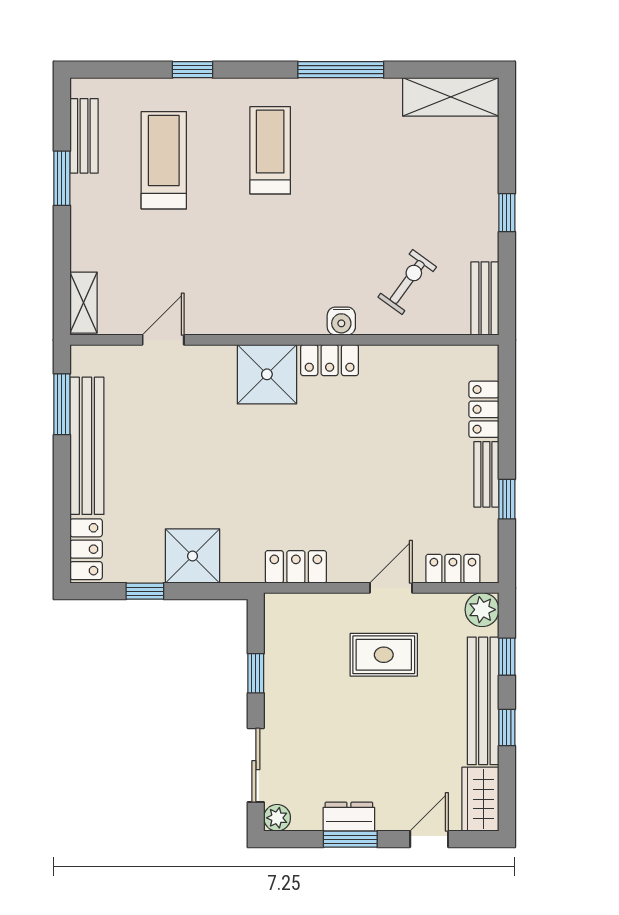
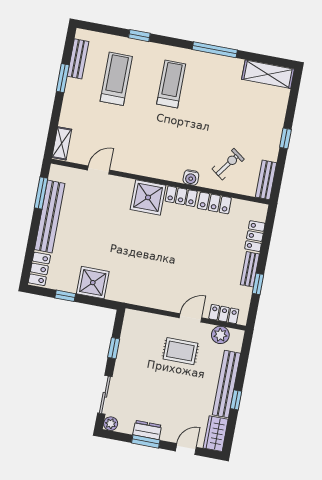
locker: (296, 567) -> (214, 203), moved, turned 180
plant: (482, 610) -> (220, 335), moved
window: (507, 657) -> (243, 364), removed

